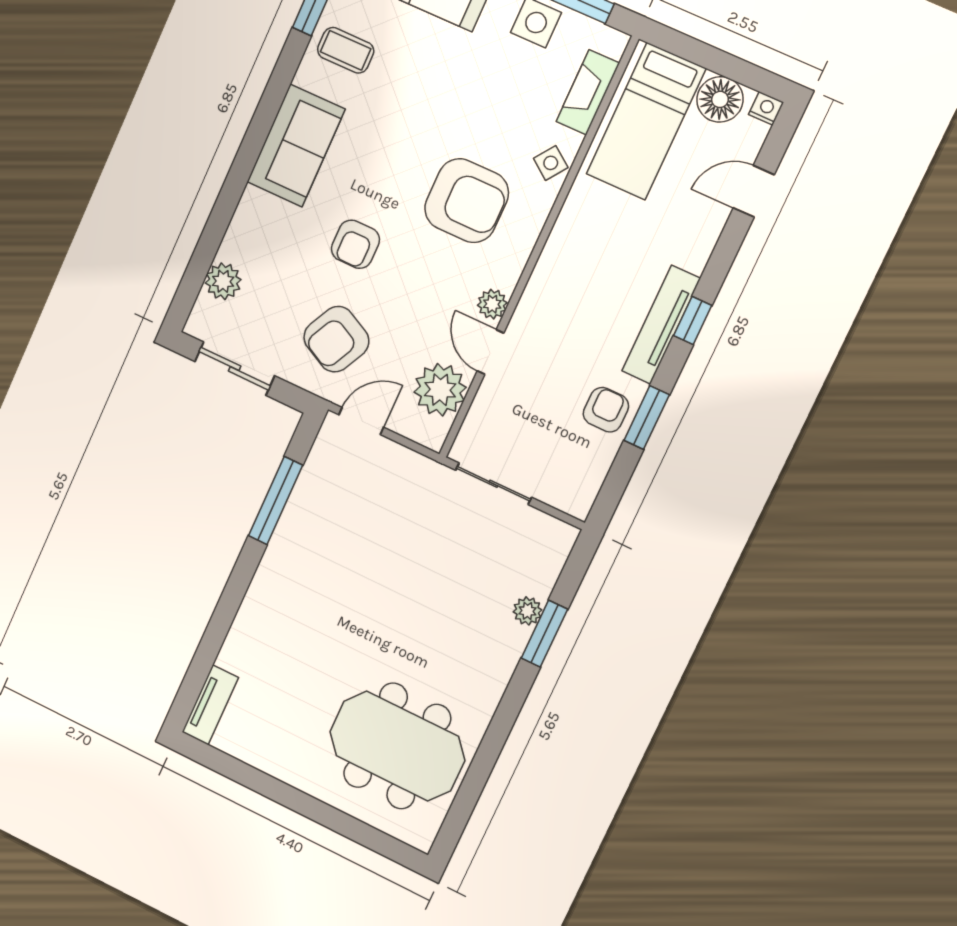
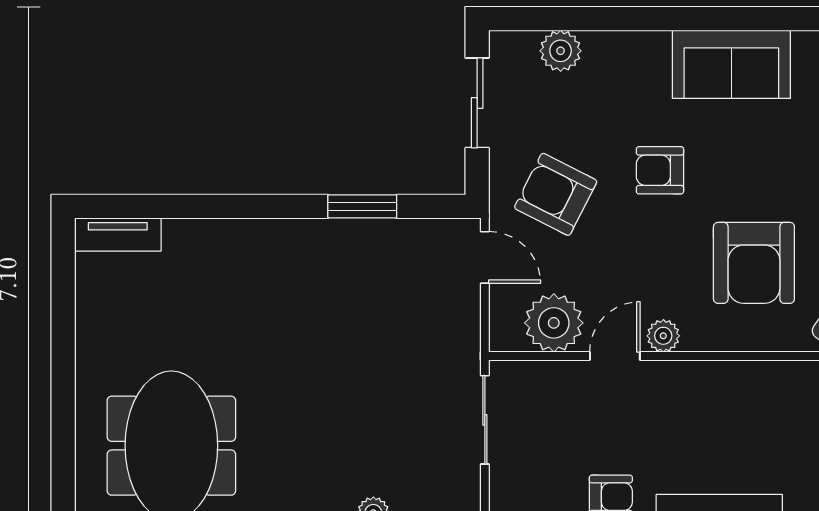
window: (276, 501) -> (362, 206), width x0.69

